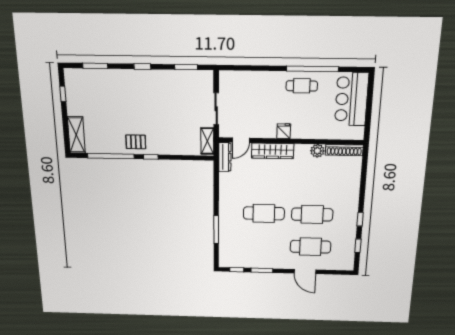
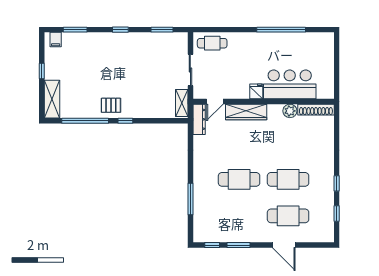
filing cabinet: (76, 76) -> (56, 40), added
cafe table: (302, 86) -> (212, 43), moved
window: (63, 94) -> (42, 71), moved
bar counter: (352, 99) -> (290, 84), moved, turned 90

